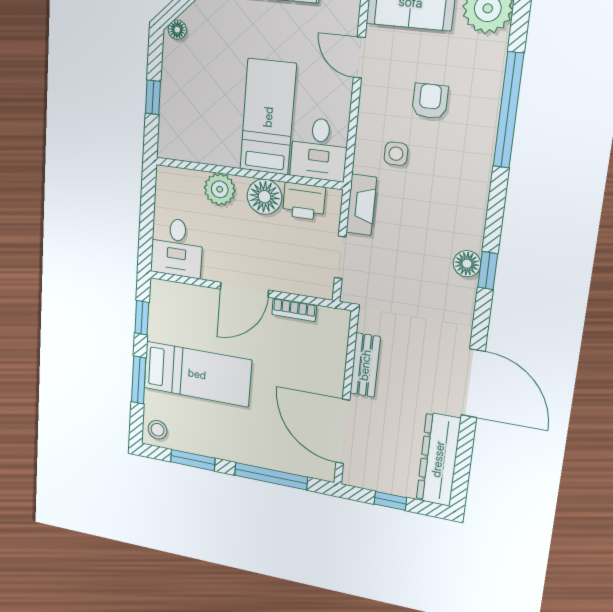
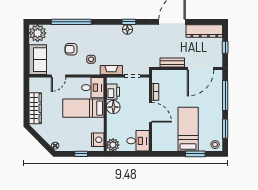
nightstand: (185, 145) -> (98, 140), added
plant: (220, 189) -> (113, 145), moved
window: (142, 318) -> (169, 154), removed

